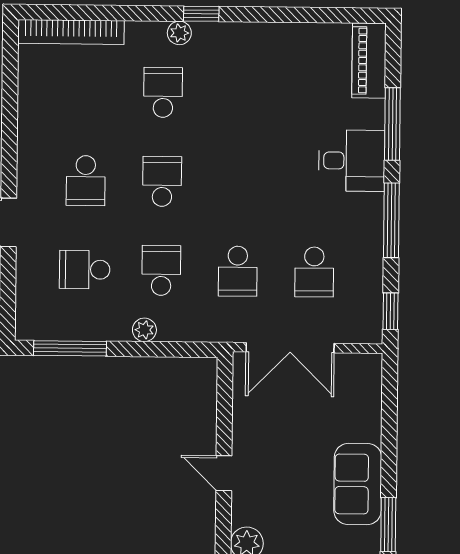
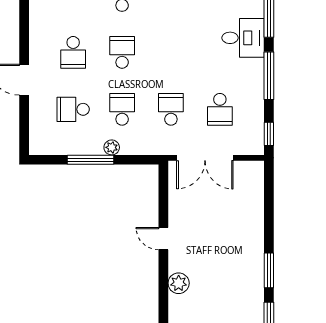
school desk: (238, 271) -> (171, 109), turned 180
window: (70, 348) -> (91, 160), moved
sofa: (358, 484) -> (249, 245), removed

